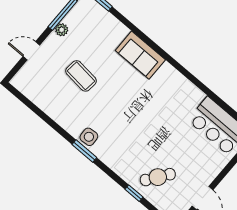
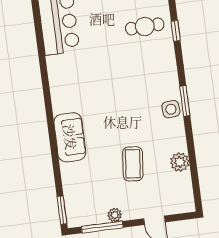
plant: (50, 106) -> (180, 162), added
cafe table: (158, 177) -> (145, 26), turned -38

